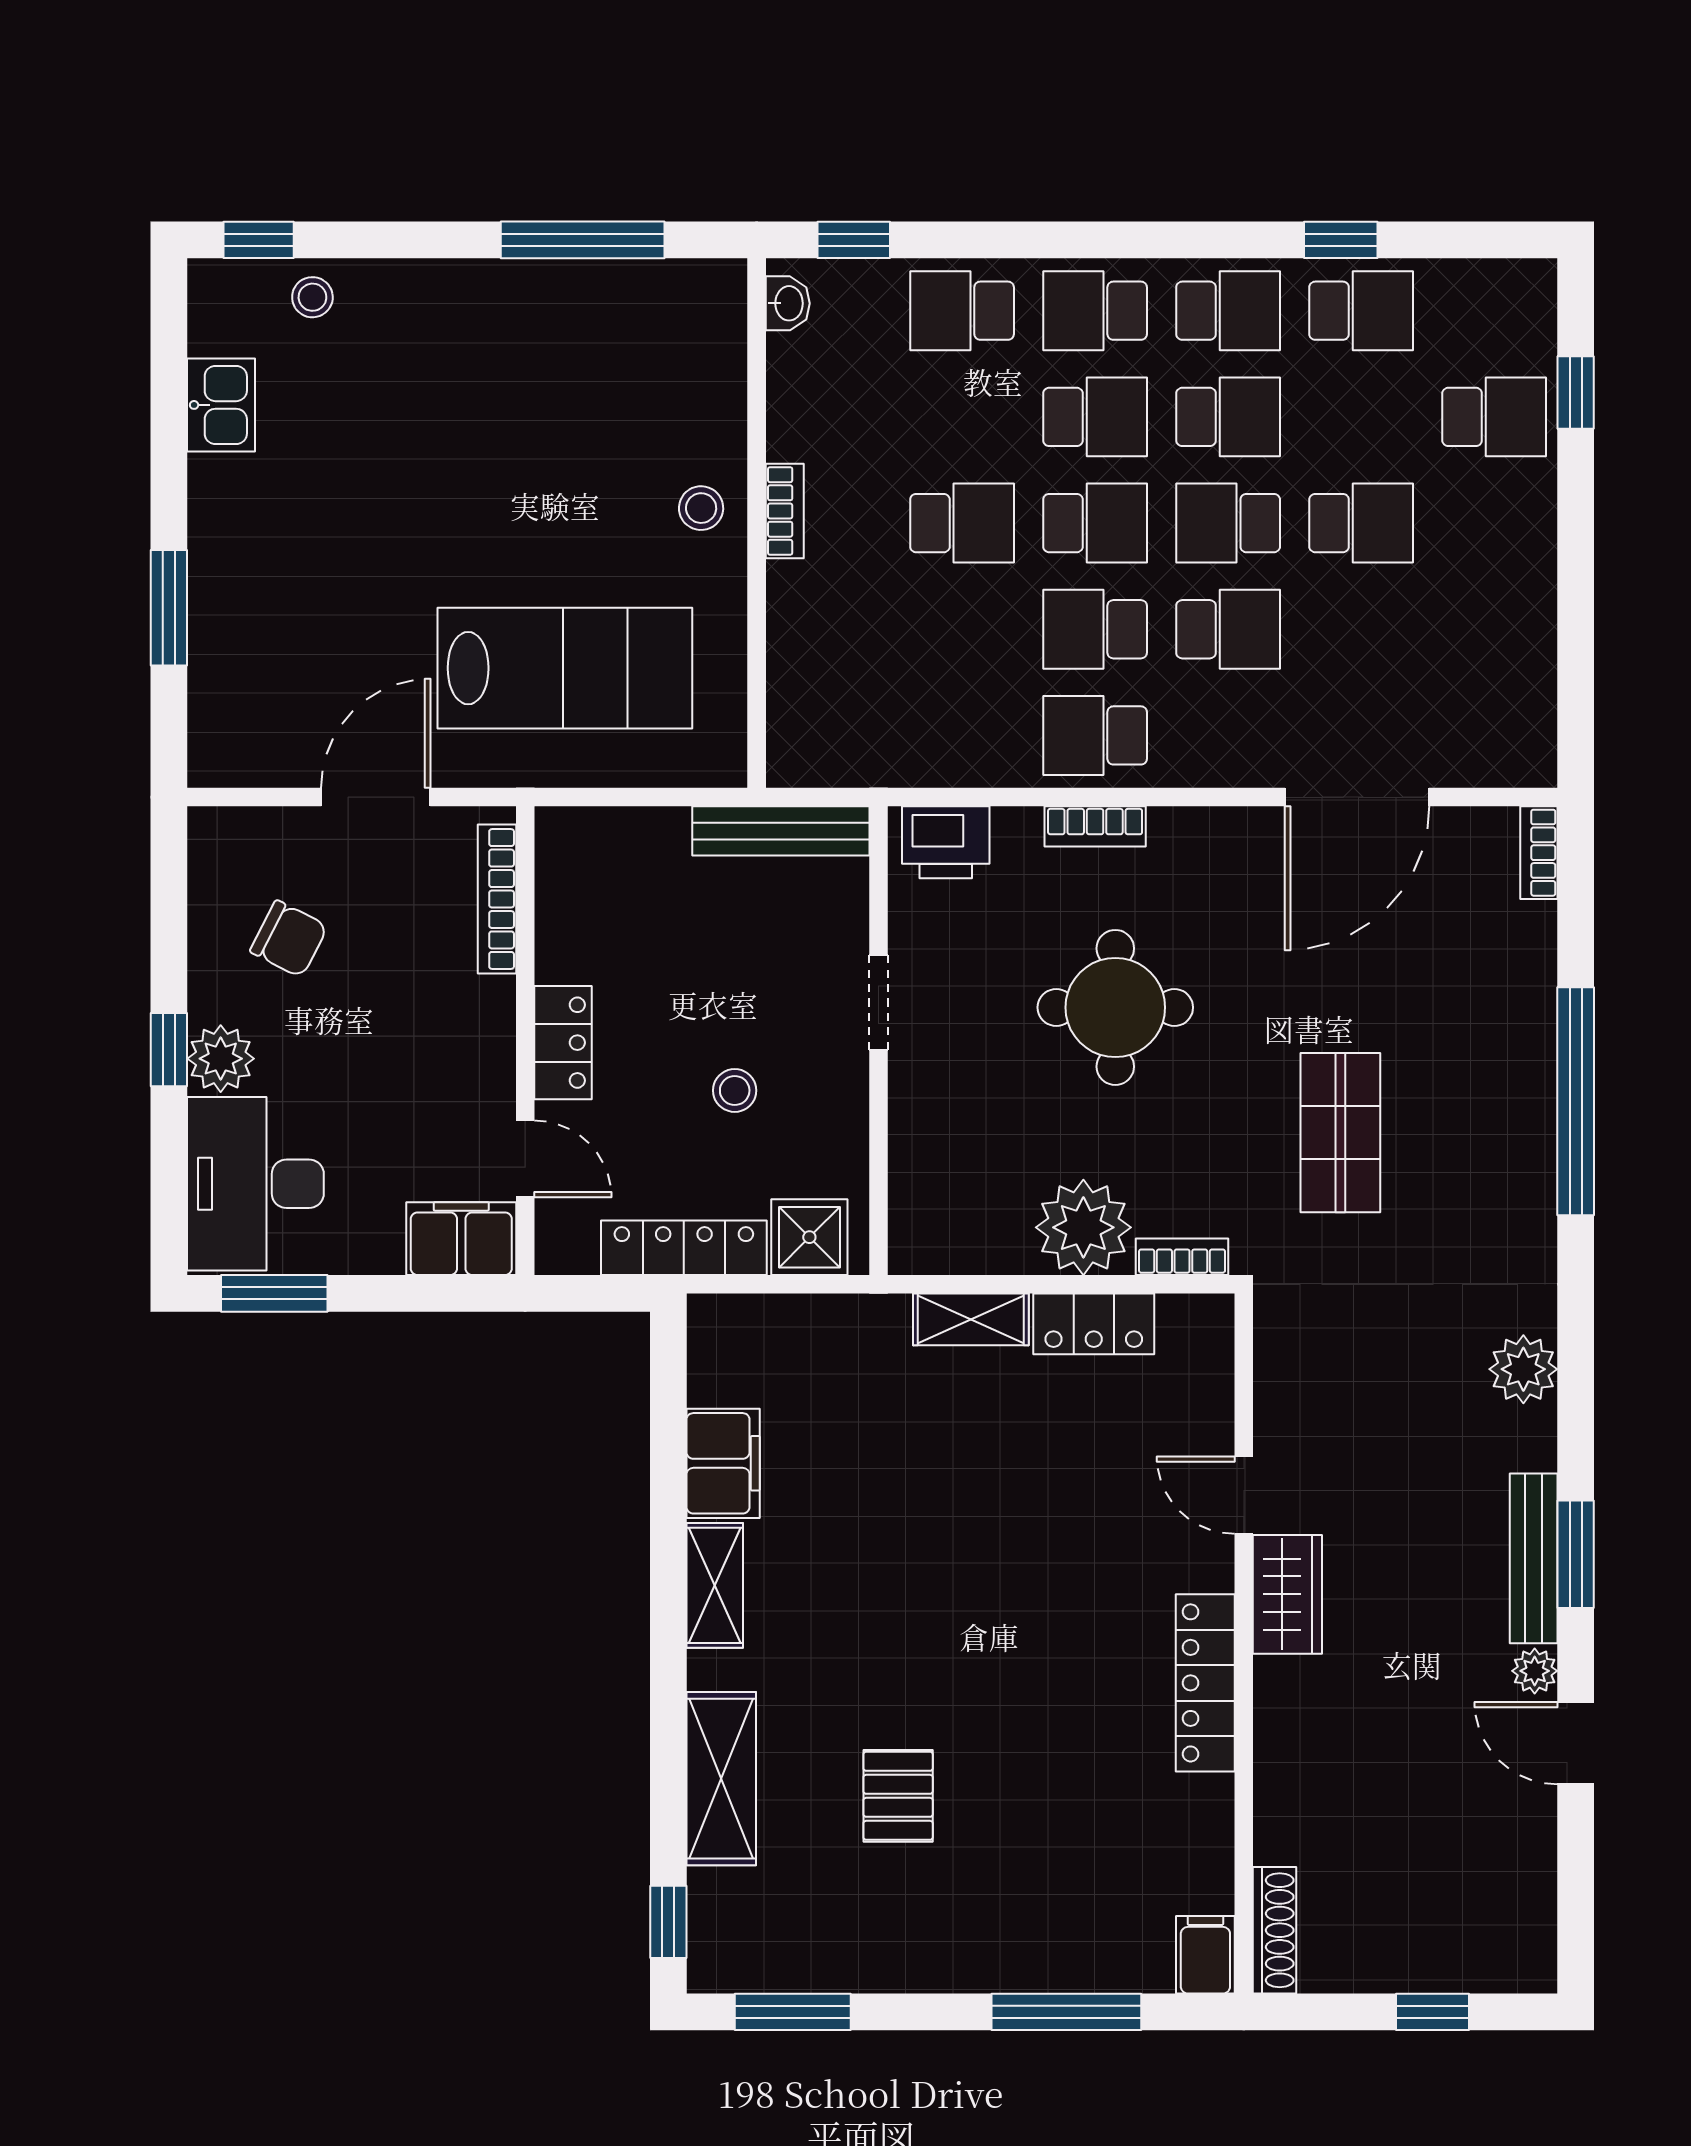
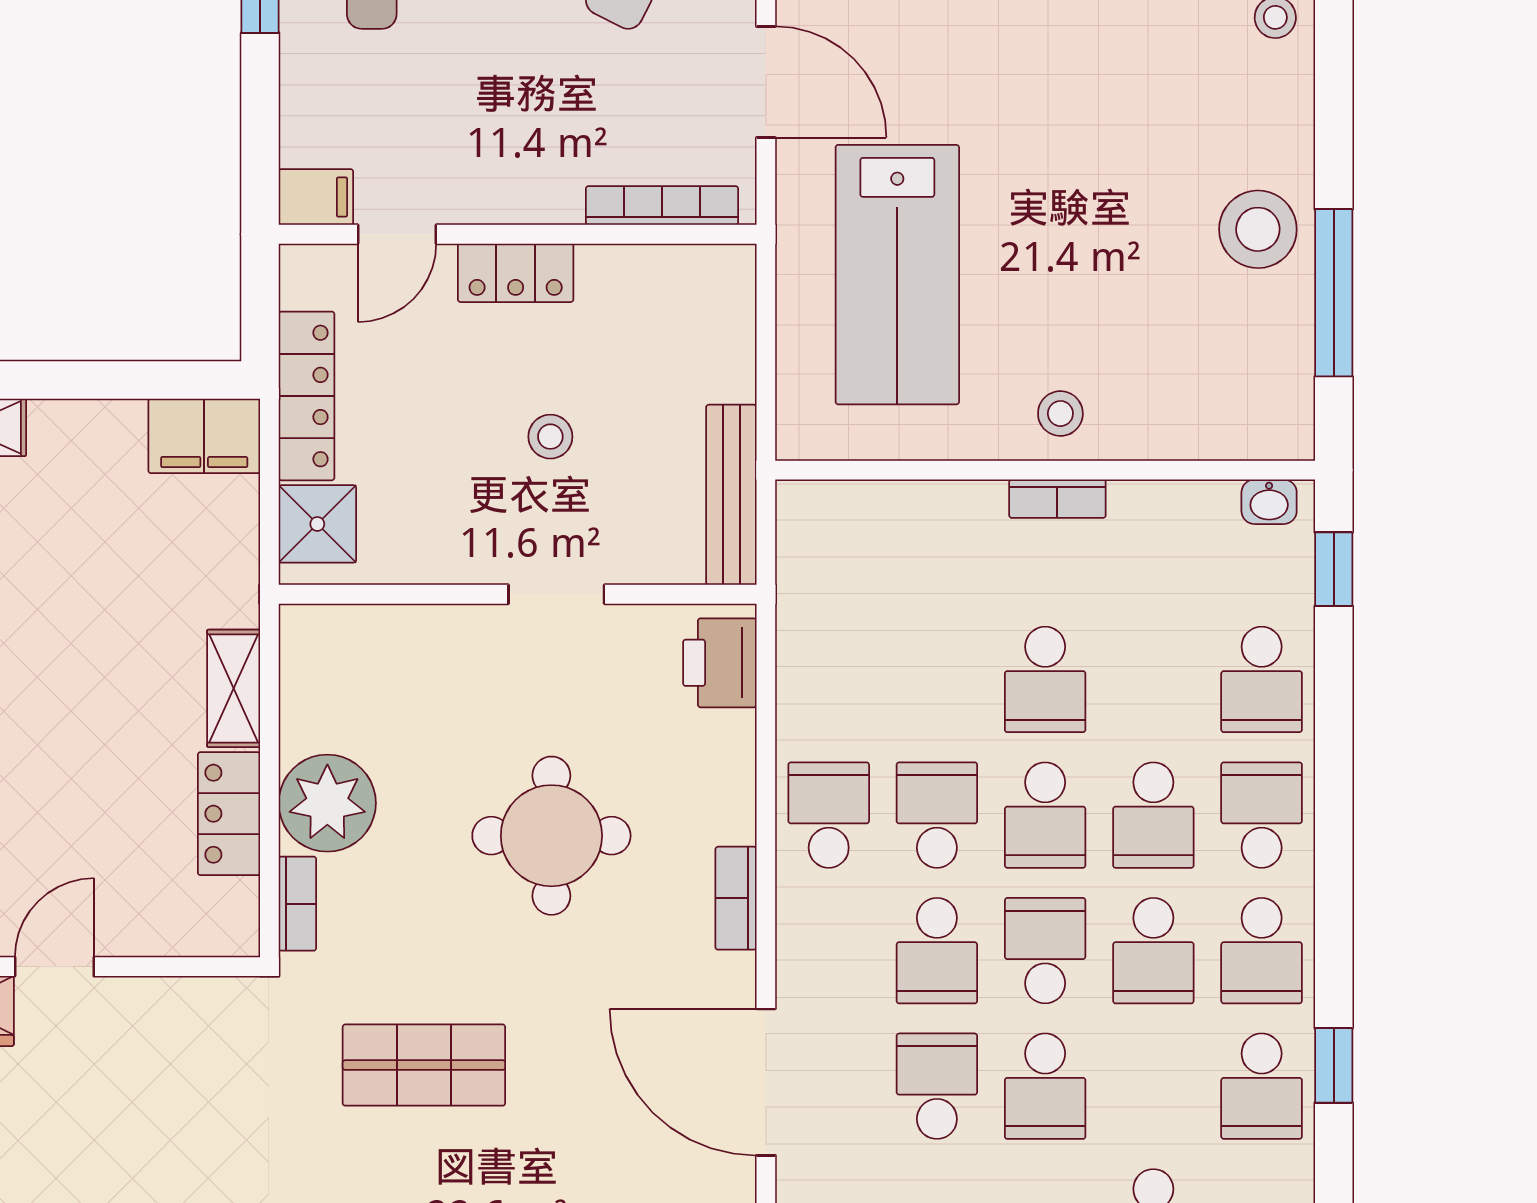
school desk: (962, 311) -> (1262, 679), turned 180
stool: (520, 314) -> (1258, 229), added
school desk: (1361, 629) -> (937, 1086), added
bookcase: (1095, 826) -> (736, 898), moved
stool: (735, 1090) -> (550, 437), moved
filing cabinet: (461, 1239) -> (316, 197), width x0.50
filing cabinet: (723, 1463) -> (204, 436), moved

